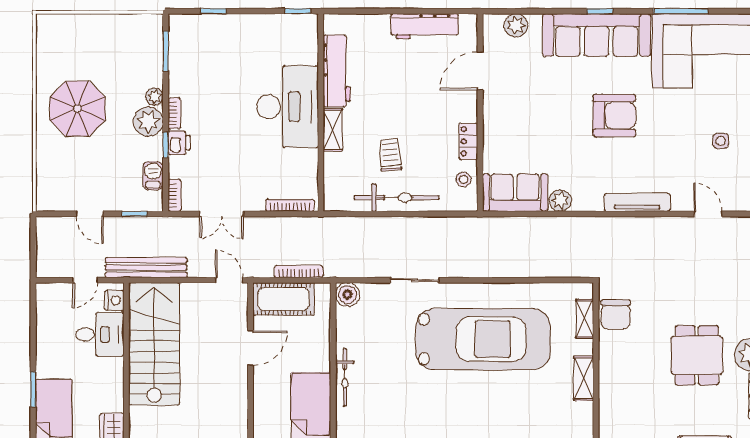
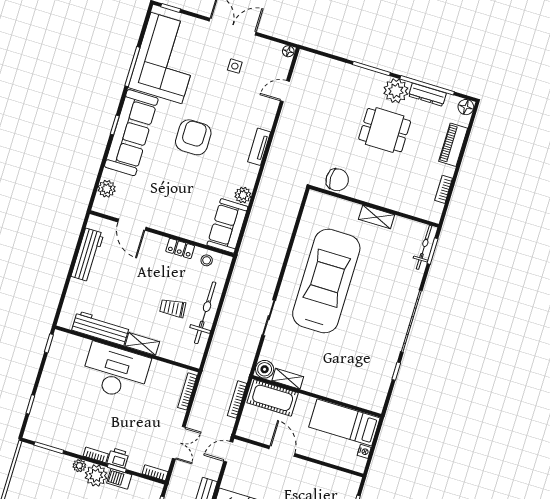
barbecue: (153, 176) -> (119, 479), moved
tv unit: (637, 203) -> (259, 147), width x0.71
cot: (283, 299) -> (273, 398), moved, turned 90
shelving: (585, 319) -> (288, 379), moved
bicycle: (345, 377) -> (324, 389), removed

